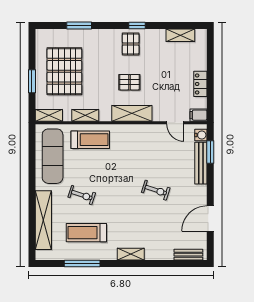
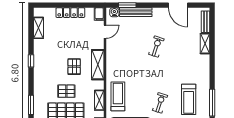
pallet: (131, 44) -> (66, 91), moved
locker: (200, 84) -> (70, 13), width x1.53
shelving: (131, 254) -> (205, 44), moved

